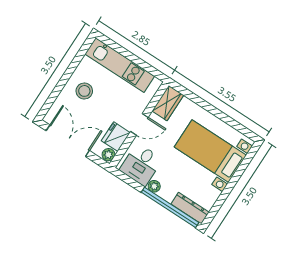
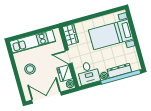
door: (139, 124) -> (69, 57), swing flipped
dresser: (190, 208) -> (119, 71), moved

